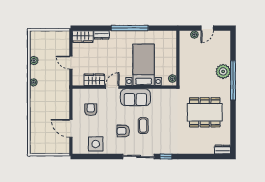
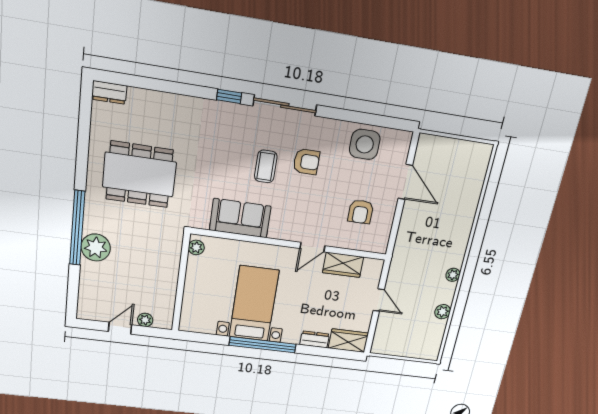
bed with nightstands: (144, 65) -> (254, 304), moved, turned 180
sofa: (135, 97) -> (240, 218), moved

